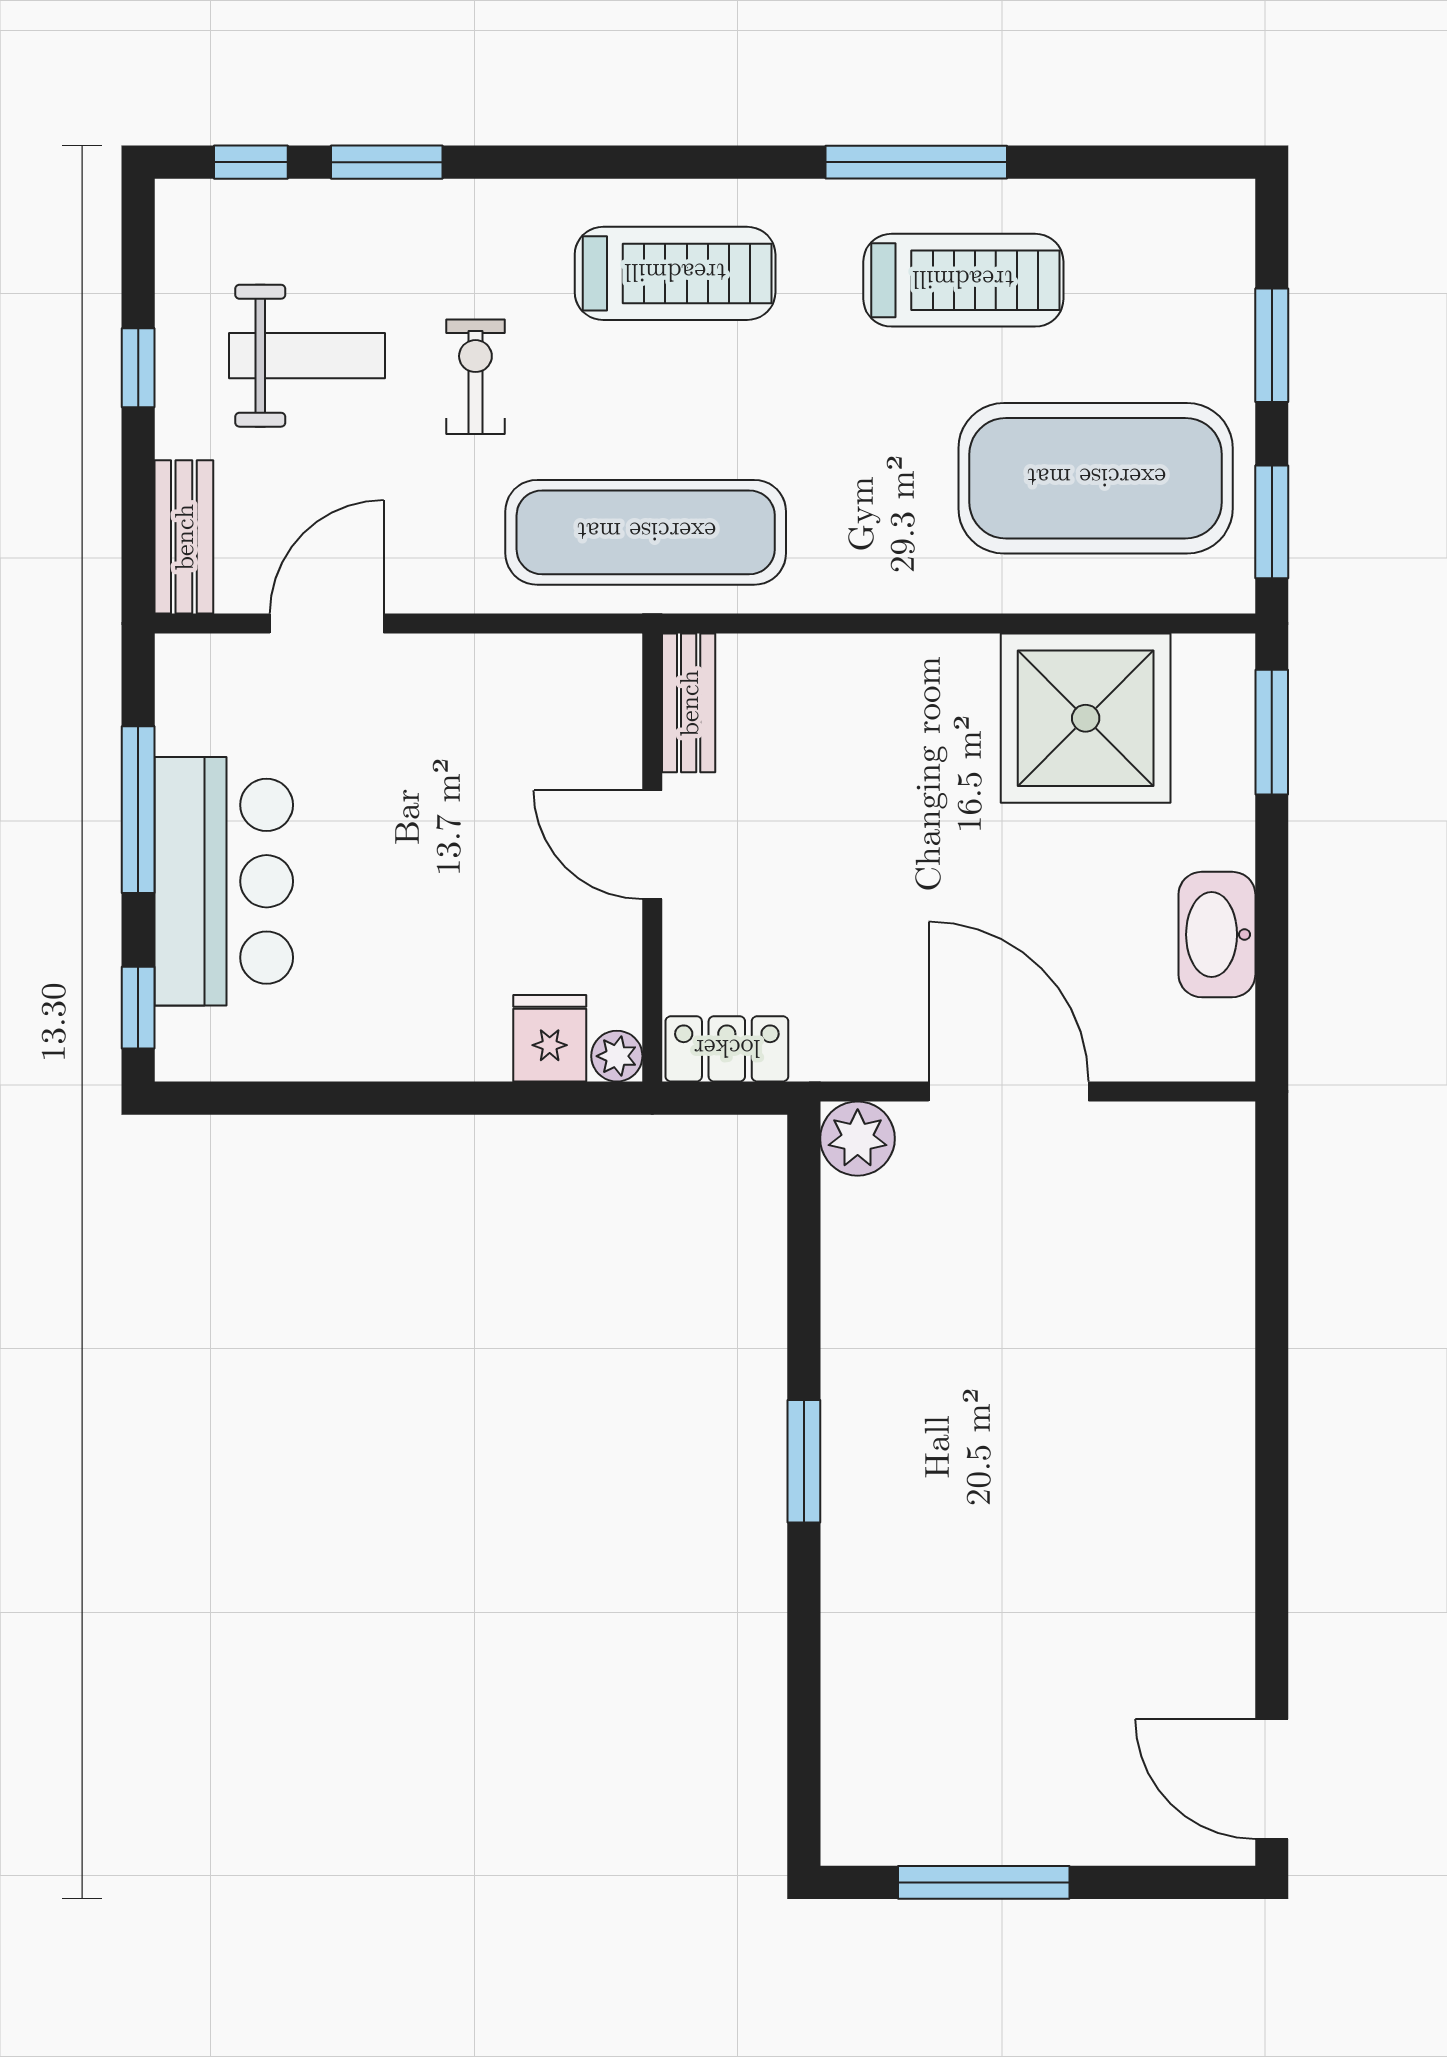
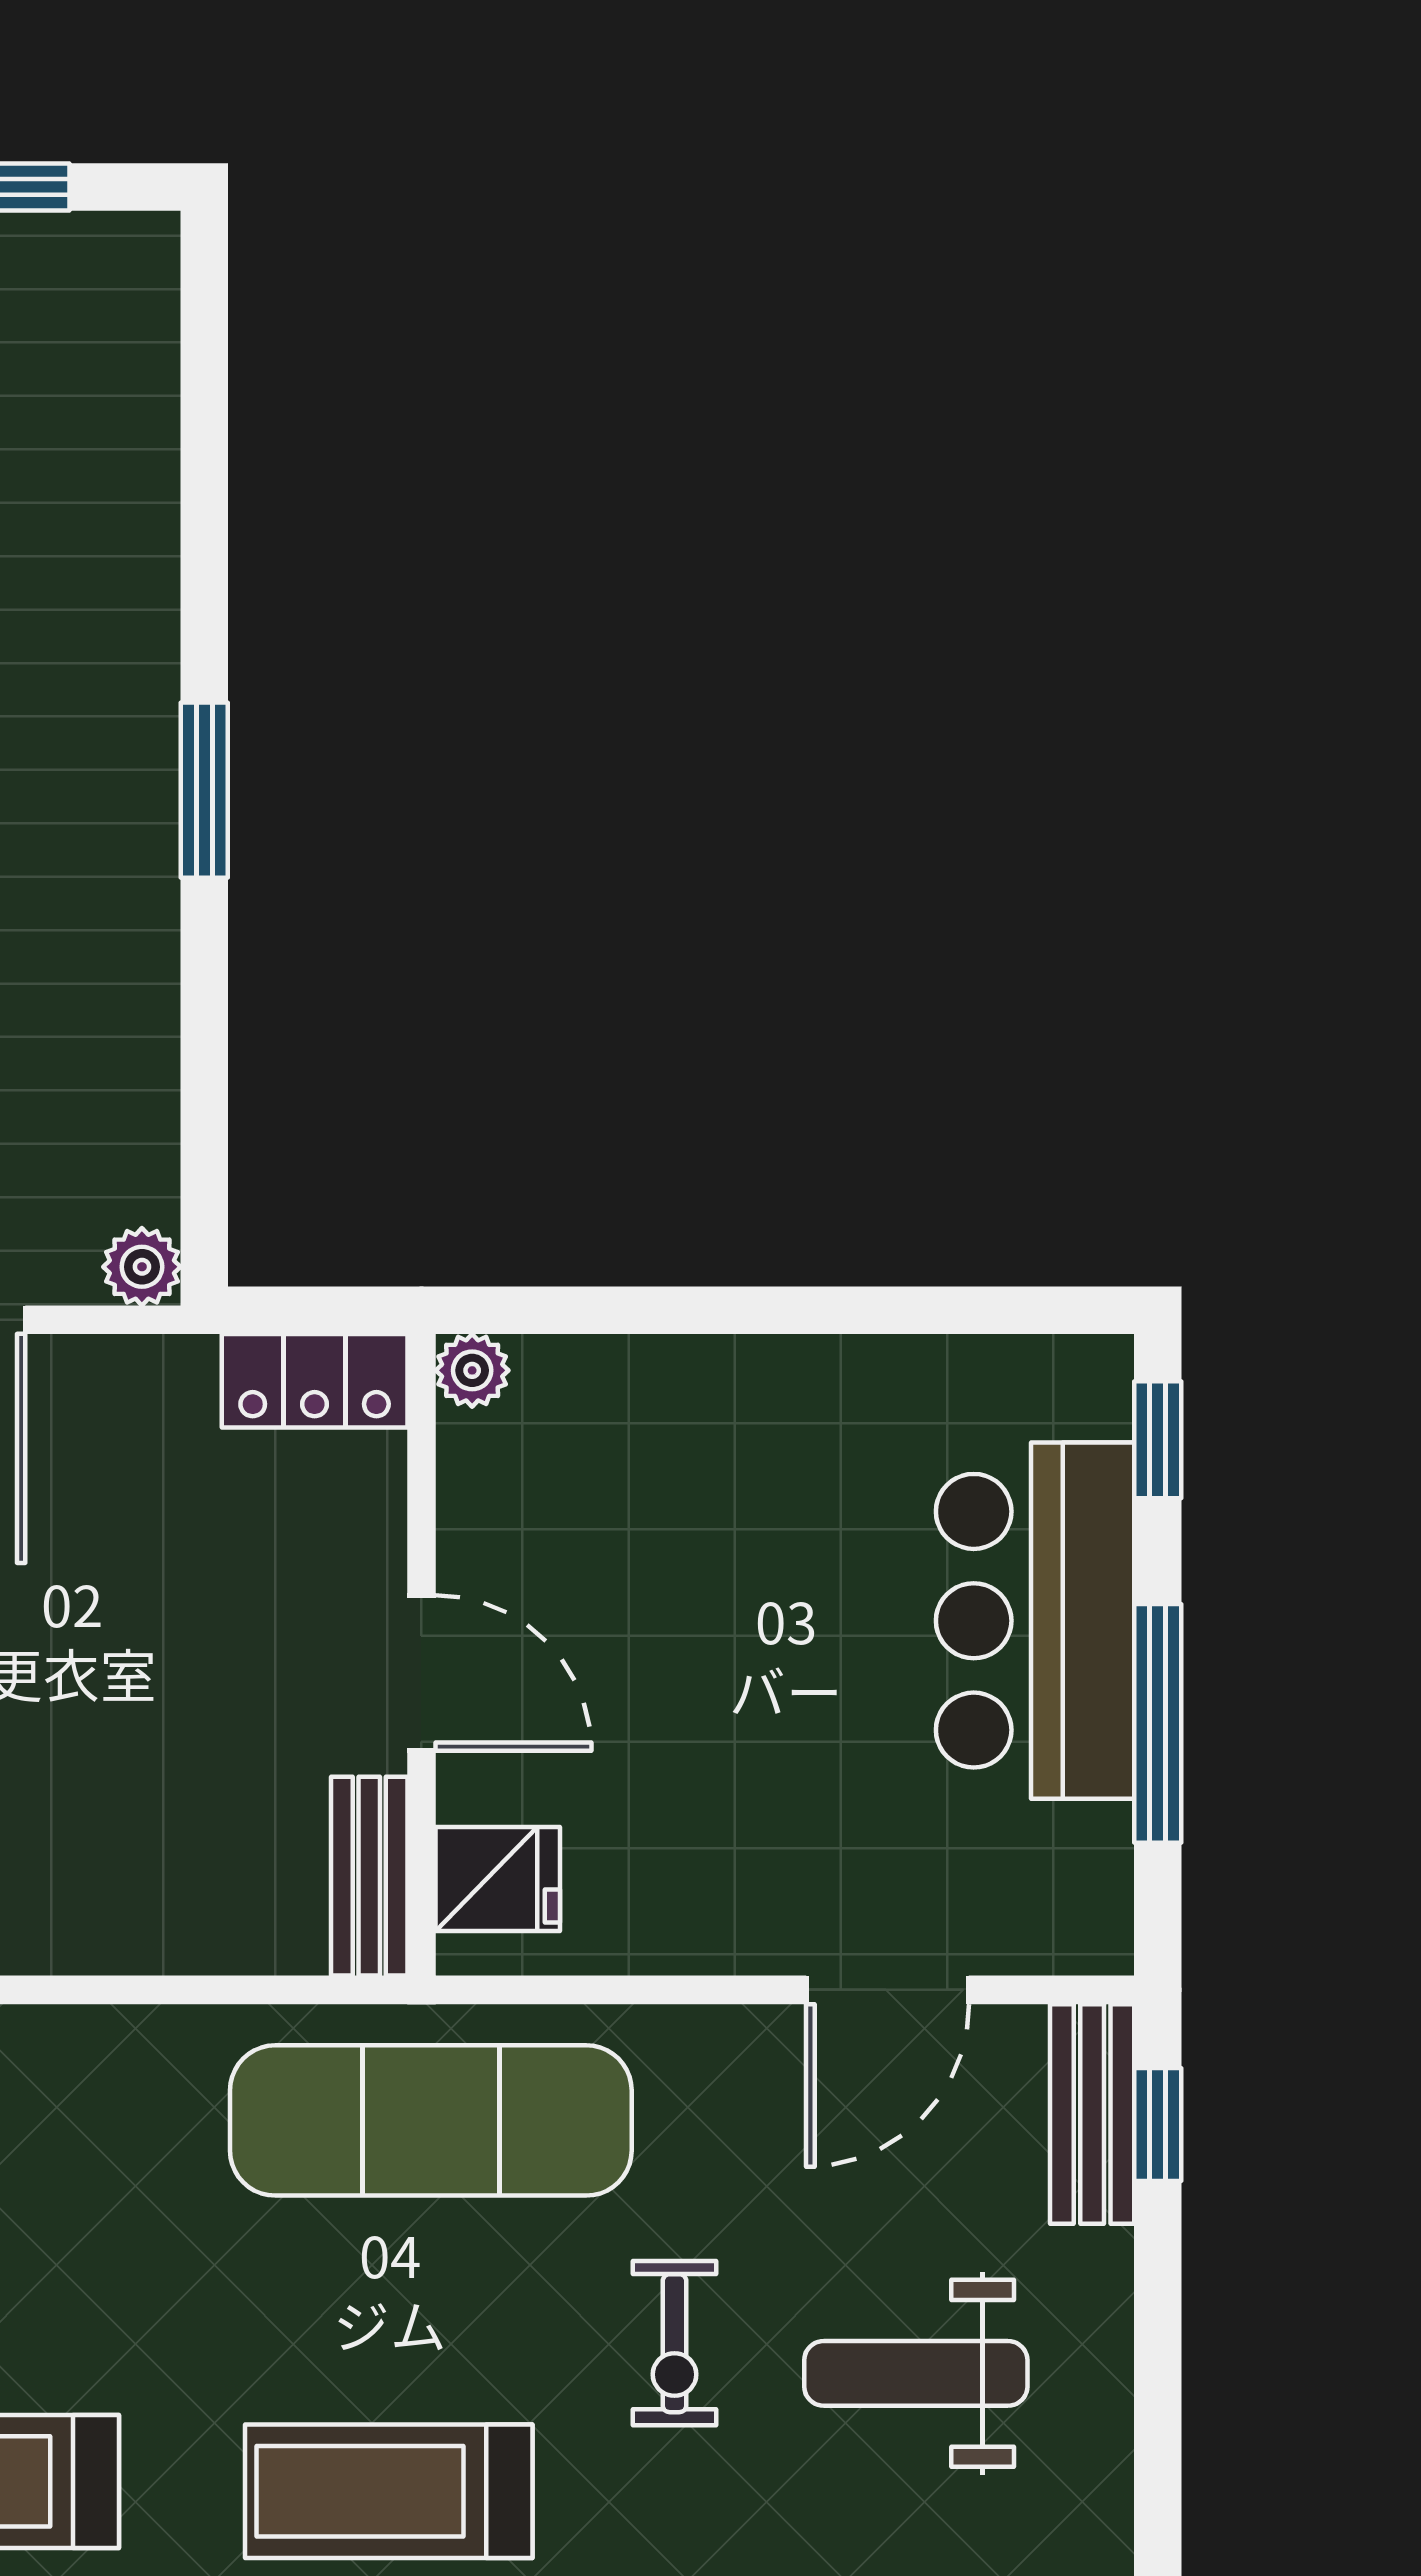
window: (138, 368) -> (1158, 2125), moved
fridge: (550, 1038) -> (498, 1879), moved, turned -90
plant: (858, 1139) -> (142, 1267), width x0.73, depth x0.73

